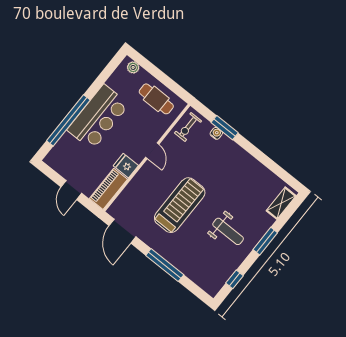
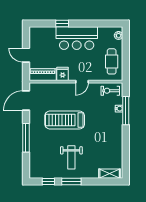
window: (68, 120) -> (62, 23), width x0.32
window: (225, 128) -> (126, 111), width x1.44
door: (71, 190) -> (26, 55), hinge flipped
treadmill: (180, 205) -> (65, 120), turned 180
window: (265, 241) -> (71, 182), moved

